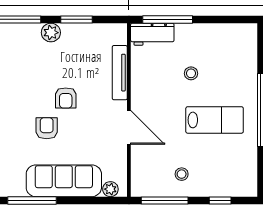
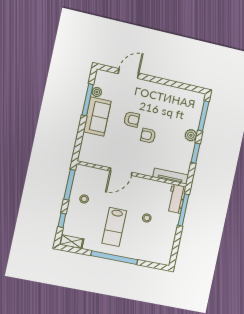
tv unit: (120, 73) -> (171, 176), moved
shelving: (249, 179) -> (72, 242), added
sofa: (64, 181) -> (97, 117), width x0.73
plant: (110, 189) -> (97, 92), moved

